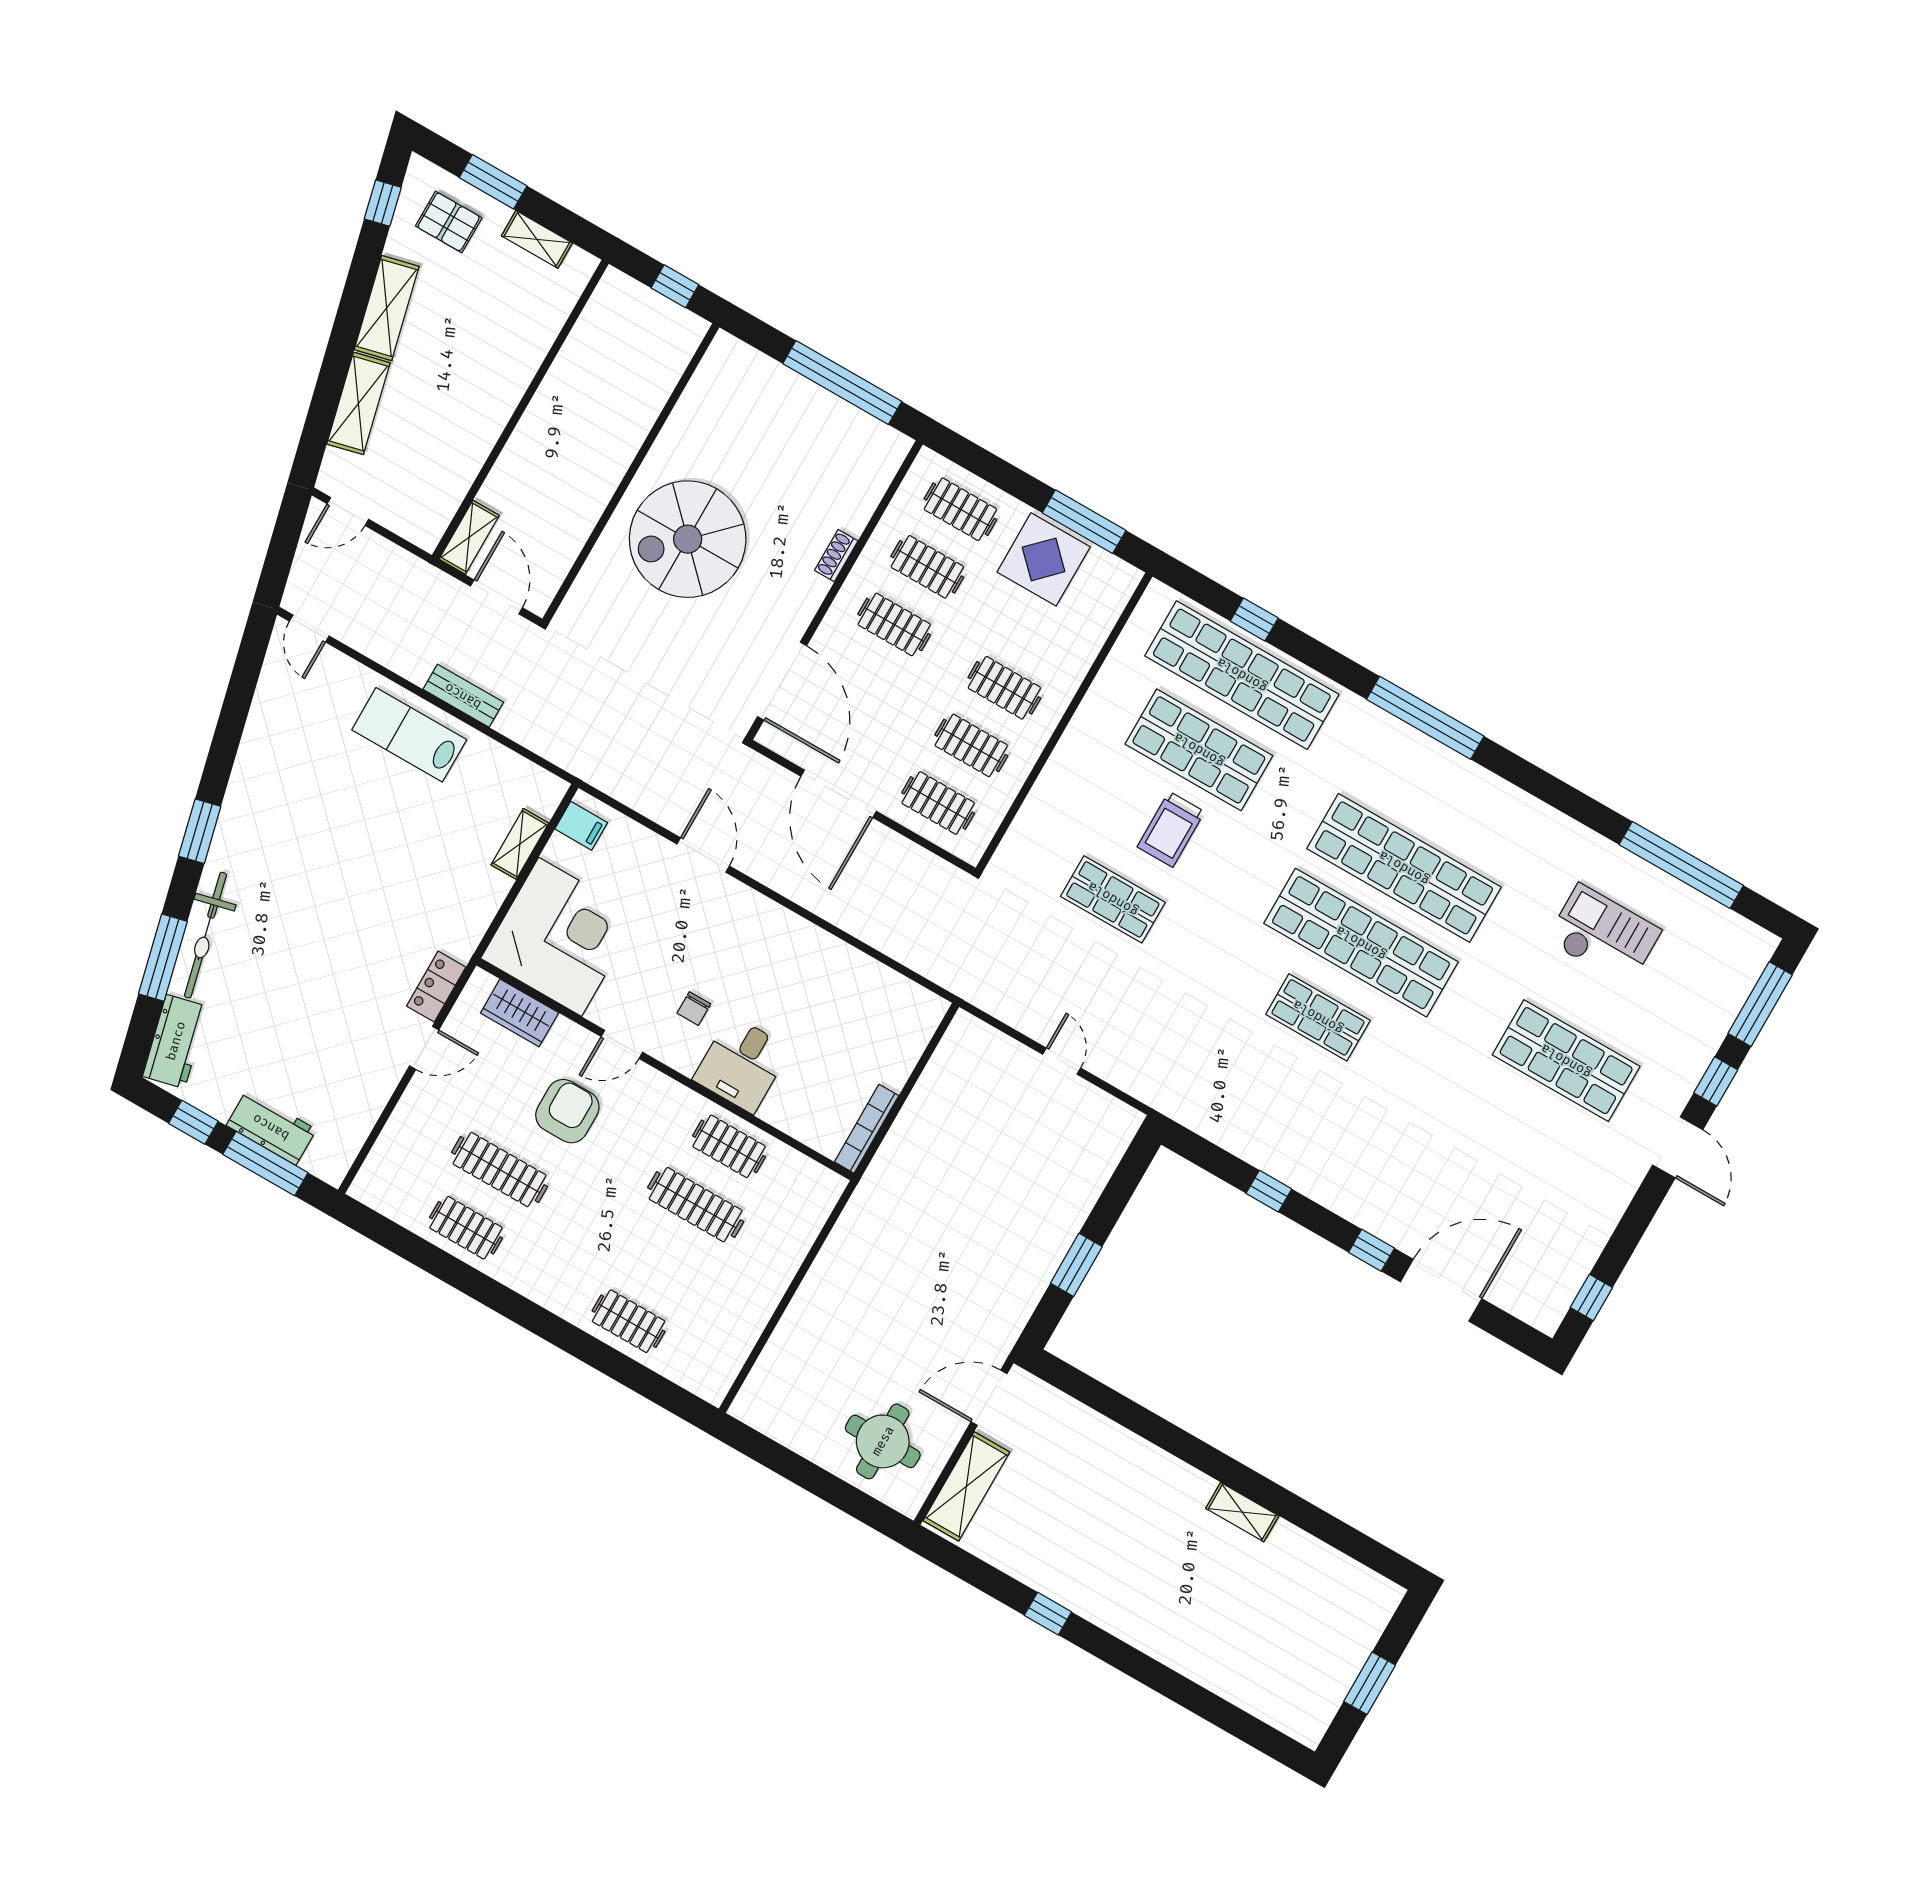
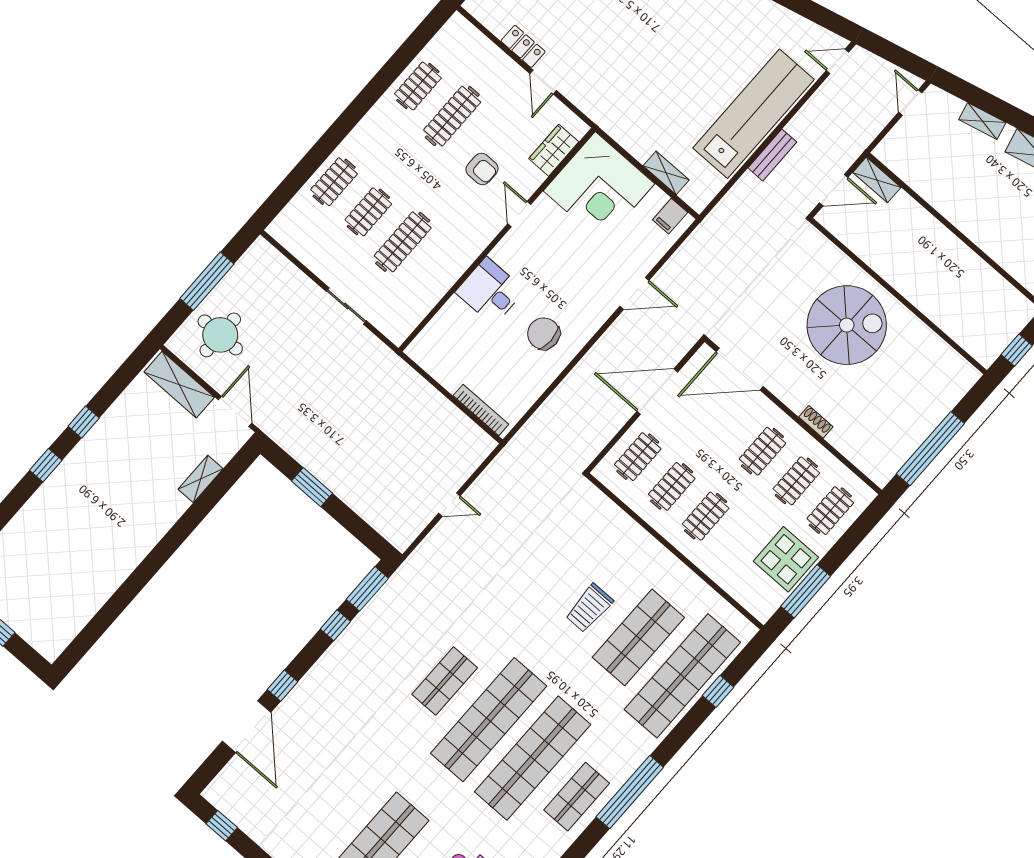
shelving: (358, 403) -> (982, 121), width x0.67, depth x0.75
spiral stairs: (688, 539) -> (847, 325), turned 90
lab bench: (409, 735) -> (754, 114), width x1.86, depth x1.39
trolley: (1171, 829) -> (589, 608), turned -90
shop shelf: (1113, 899) -> (577, 797), moved
locker: (436, 987) -> (523, 46), moved
chair: (694, 1009) -> (544, 334), moved, width x1.87, depth x1.87
armchair: (567, 1111) -> (482, 169), width x0.72, depth x0.72
bookcase: (867, 1129) -> (481, 410), moved
clothes rail: (729, 1146) -> (368, 212), moved
window: (1207, 1156) -> (367, 589), added
sliding door: (805, 1268) -> (346, 306), added
window: (809, 1476) -> (207, 281), added
shelving: (1242, 1512) -> (201, 479), moved
window: (1121, 1656) -> (46, 465), added

